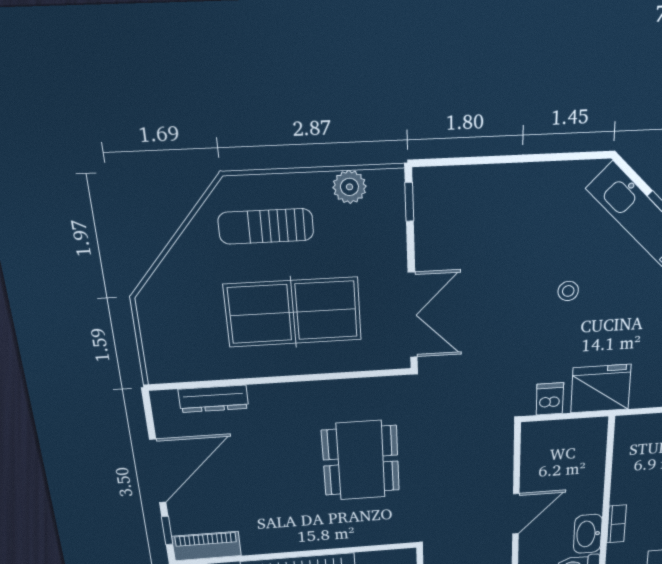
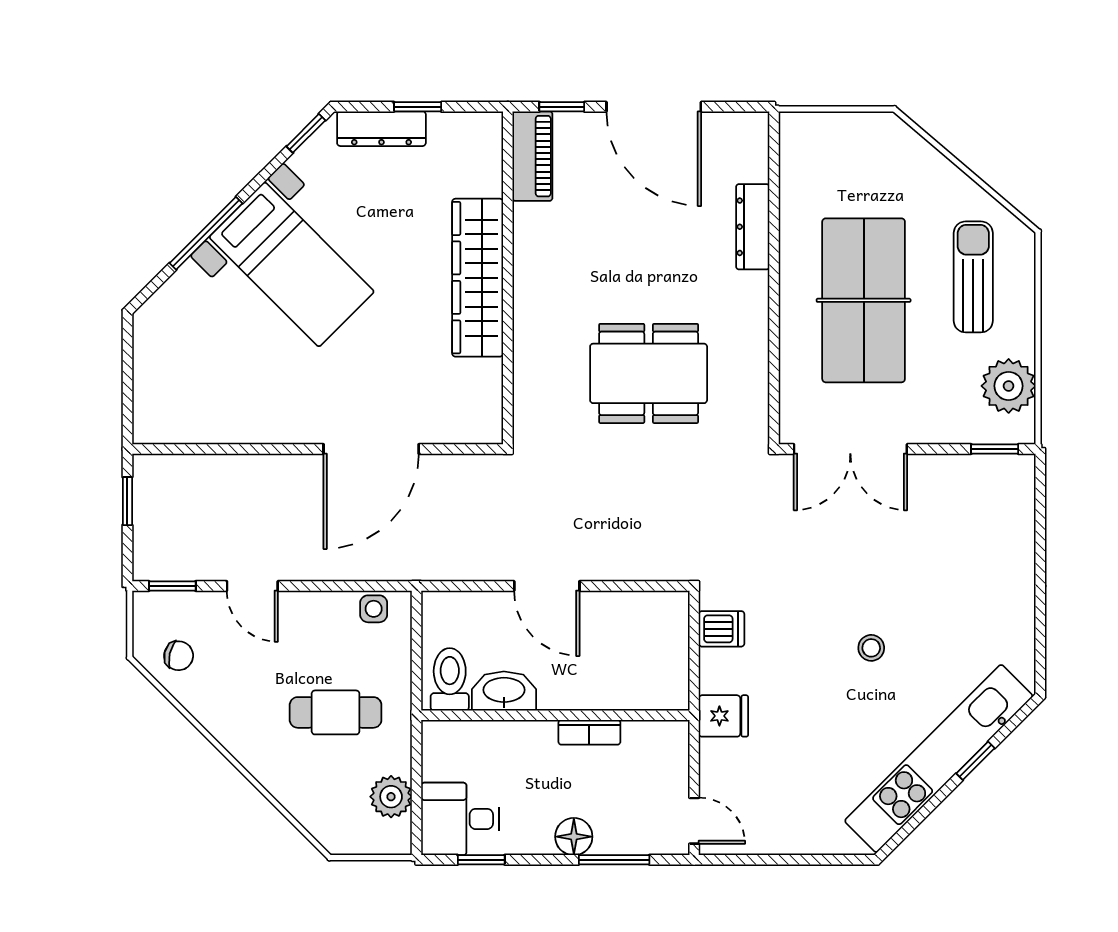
plant: (350, 187) -> (1009, 386), width x1.36, depth x1.36
fridge: (601, 389) -> (723, 716), width x0.53, depth x0.75
dresser: (213, 399) -> (753, 227), moved
bookcase: (616, 524) -> (589, 732), moved

